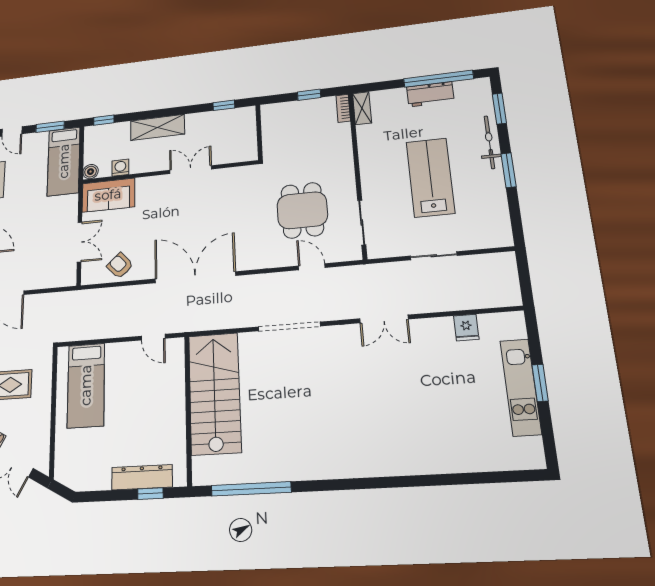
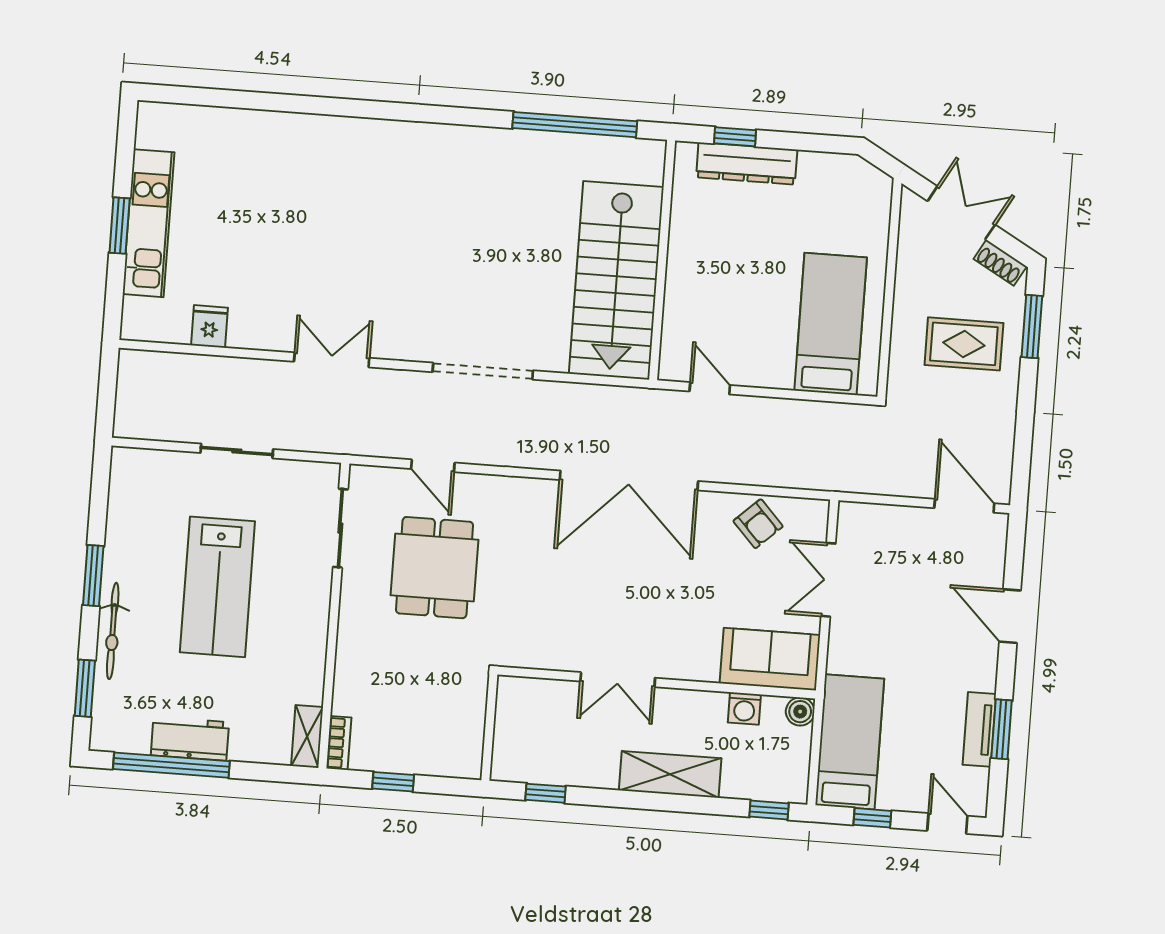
window: (50, 127) -> (872, 818), width x0.67

